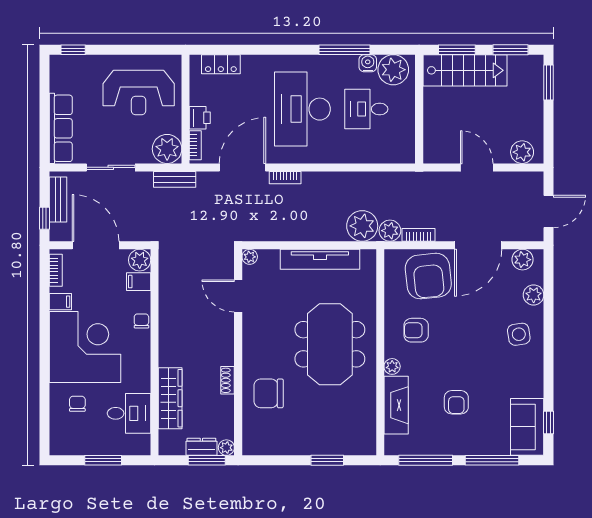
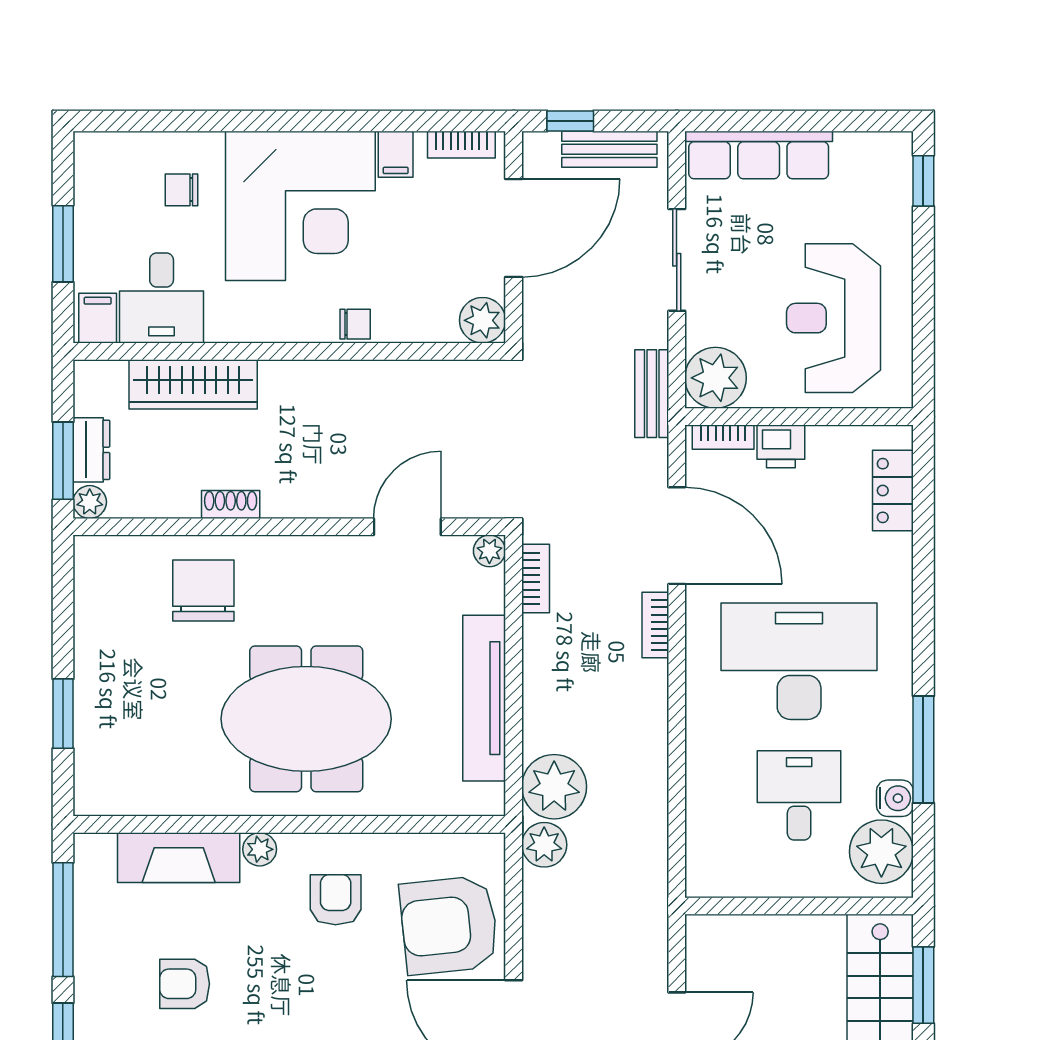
bookcase: (419, 235) -> (536, 579), moved
filing cabinet: (139, 282) -> (98, 318), moved
chair: (77, 404) -> (182, 190), turned 180

